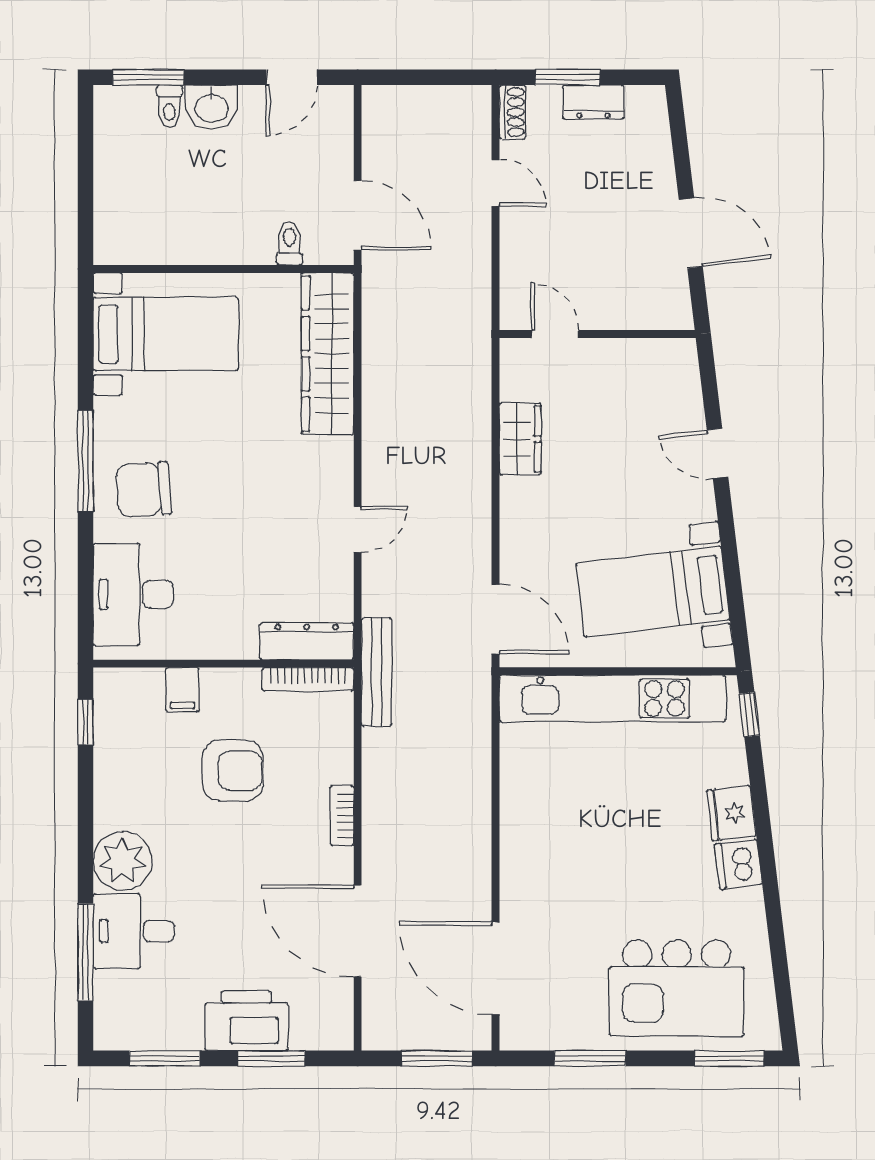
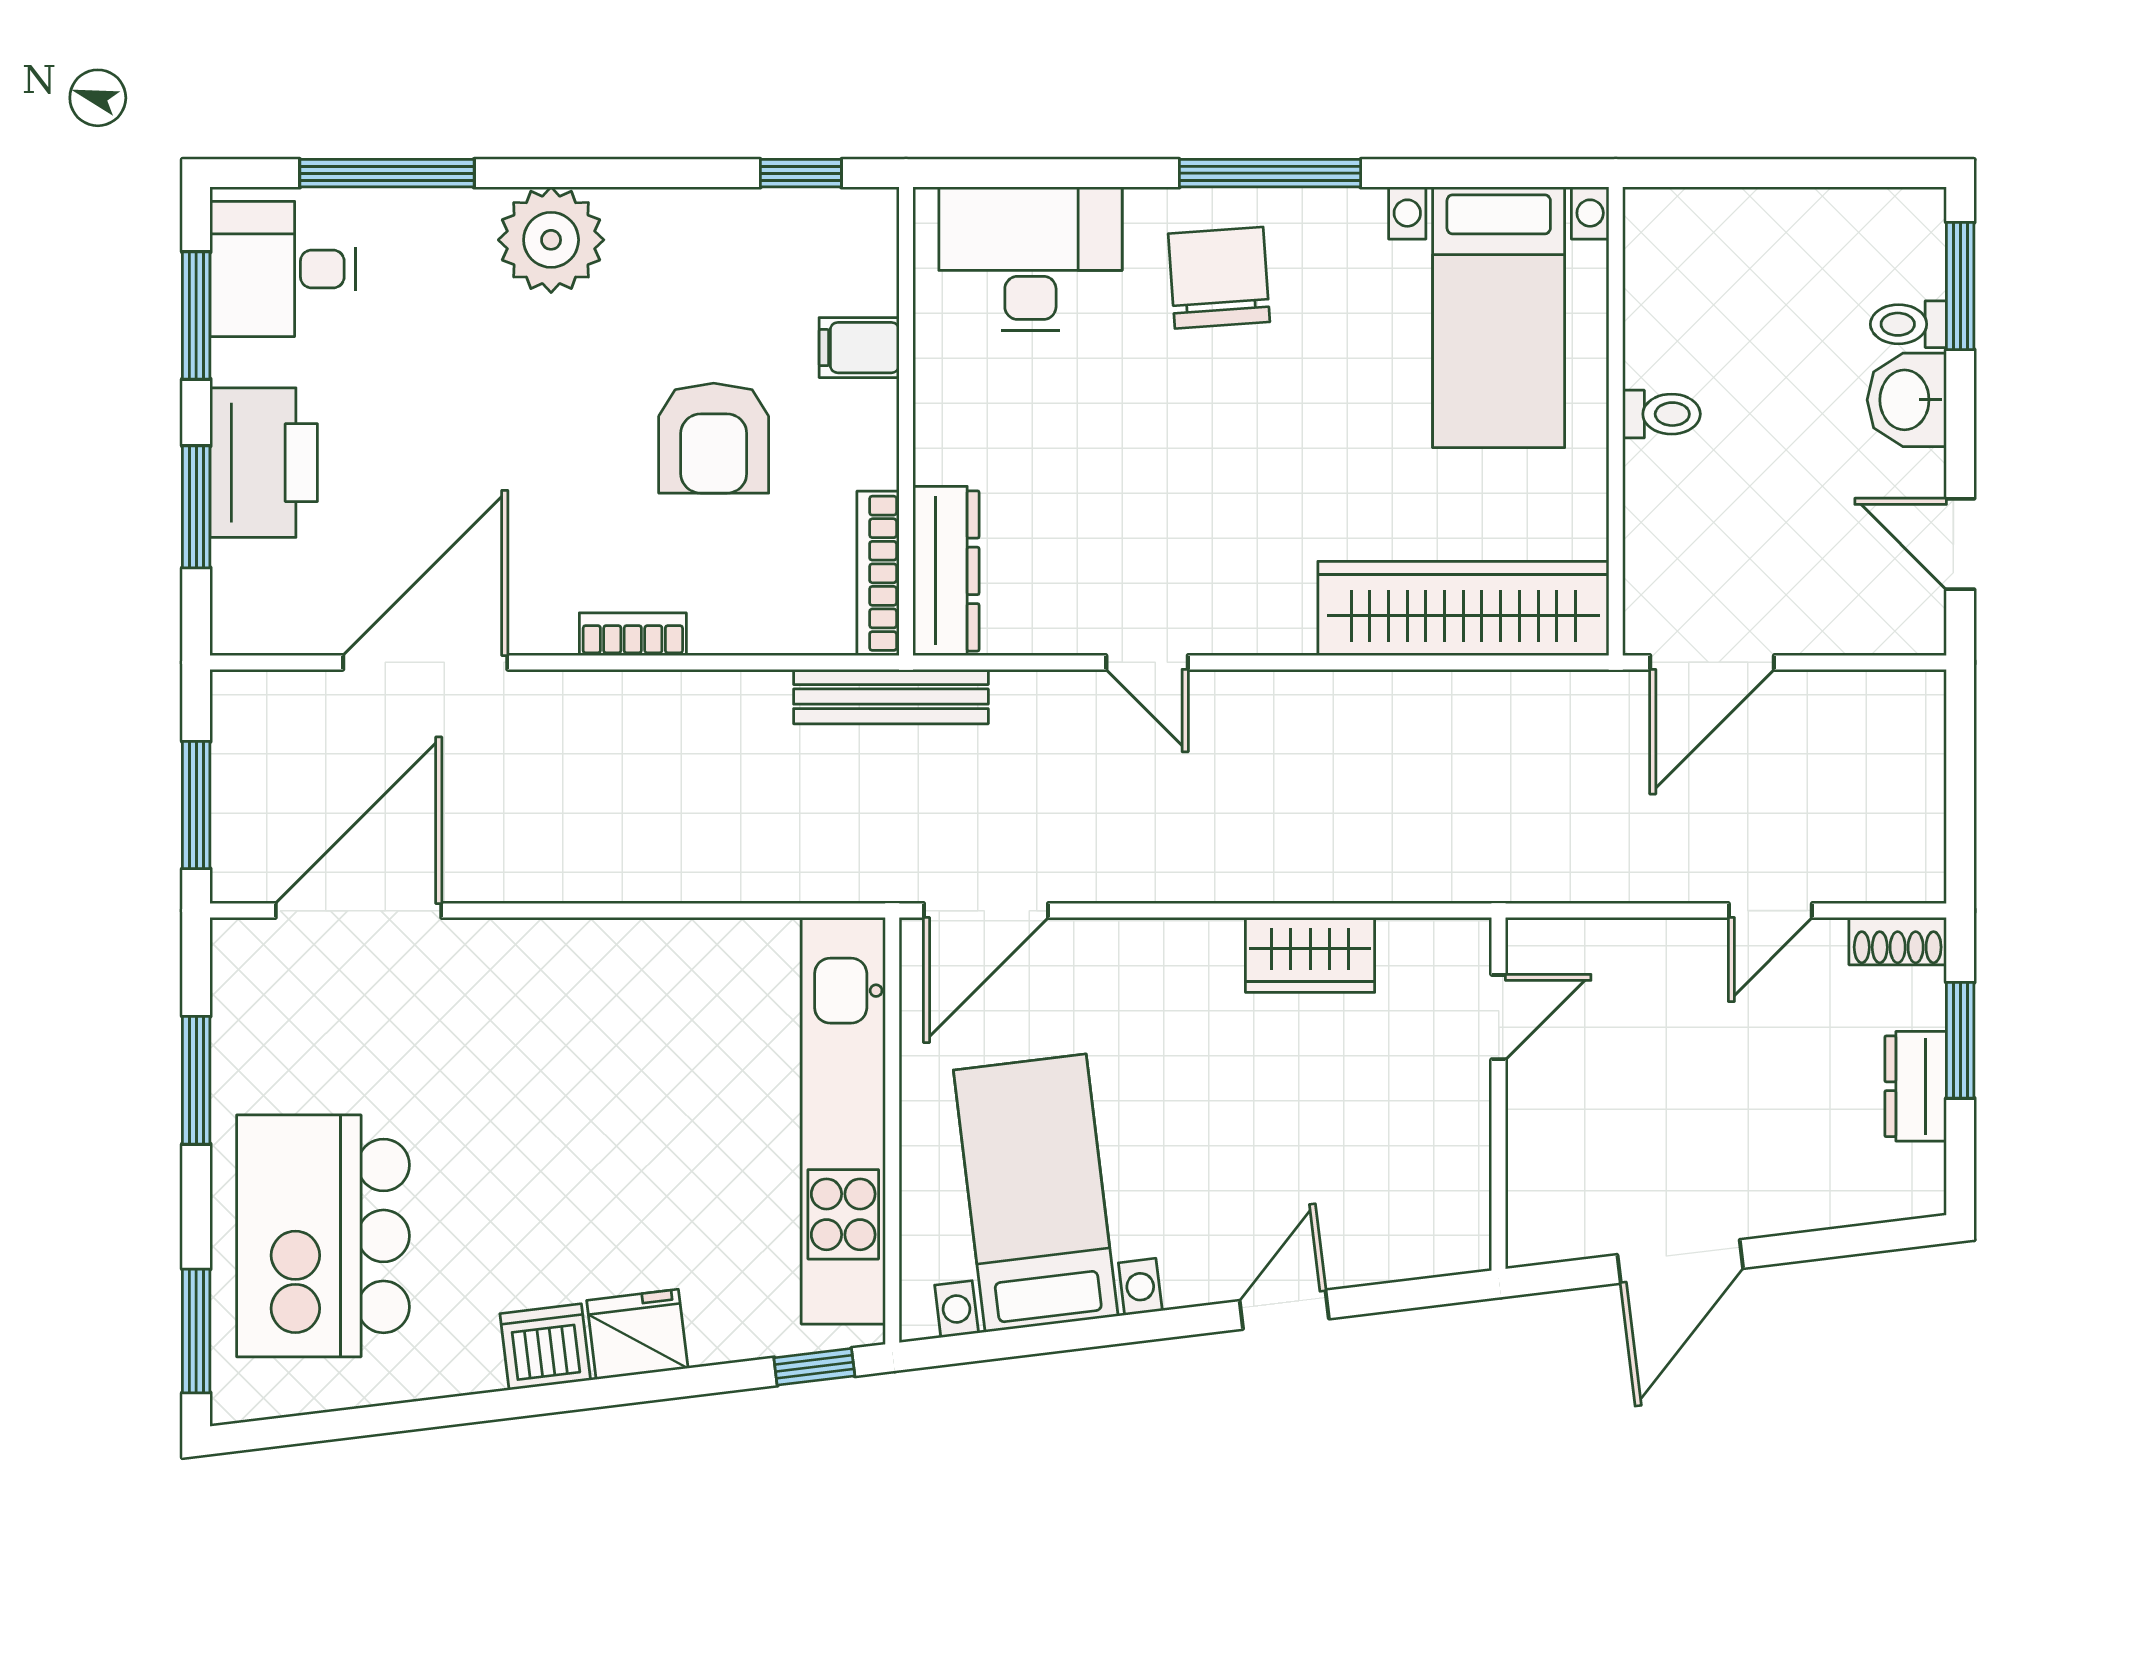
toilet: (289, 243) -> (1661, 414), moved
desk: (134, 931) -> (283, 269), moved, turned -90

